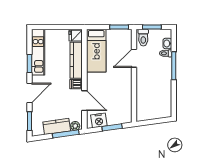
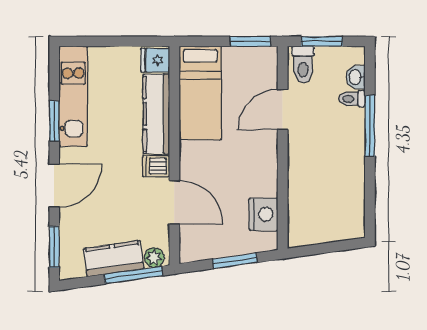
nightstand: (99, 120) -> (264, 214), moved, turned -82

